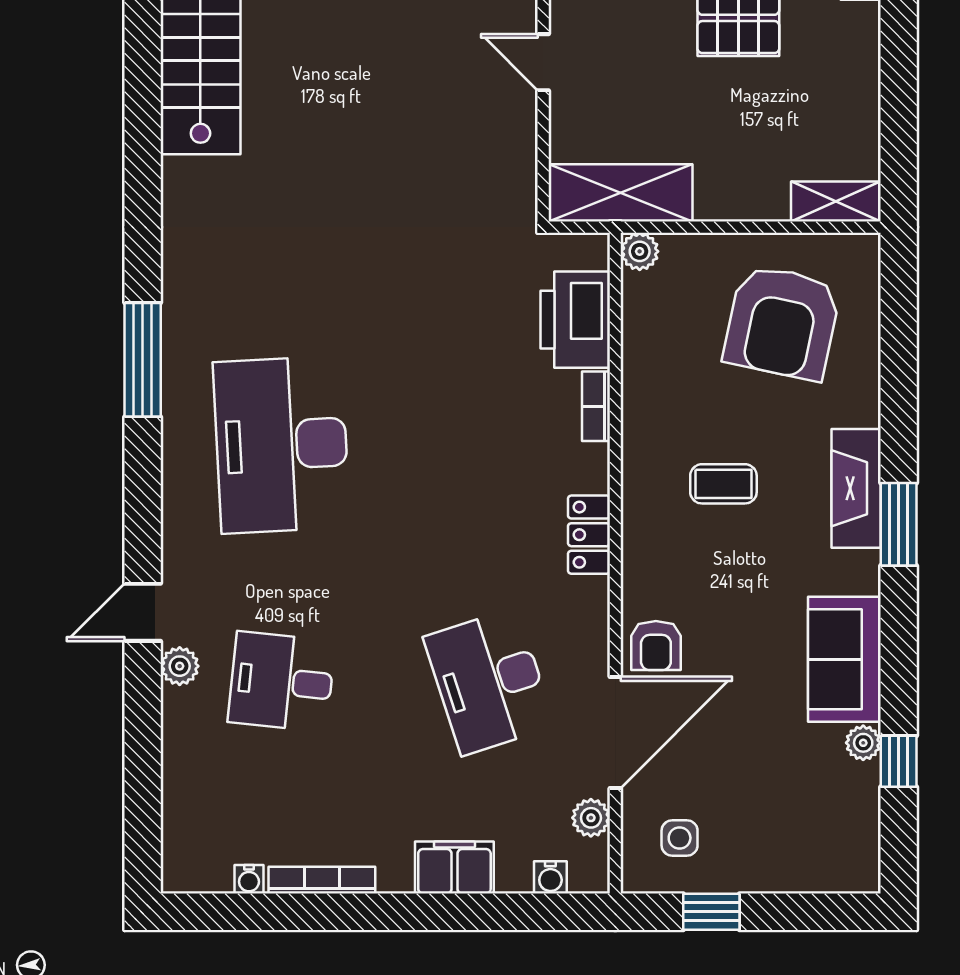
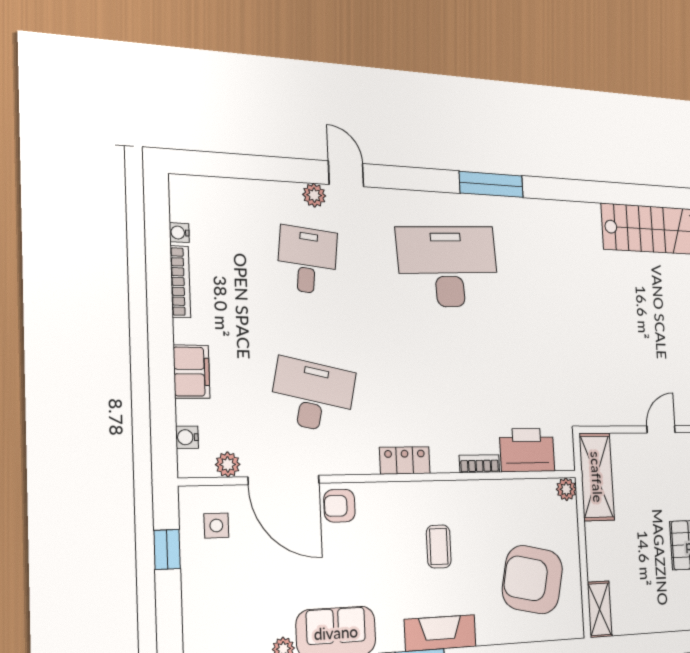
desk: (489, 682) -> (313, 396), turned 30

